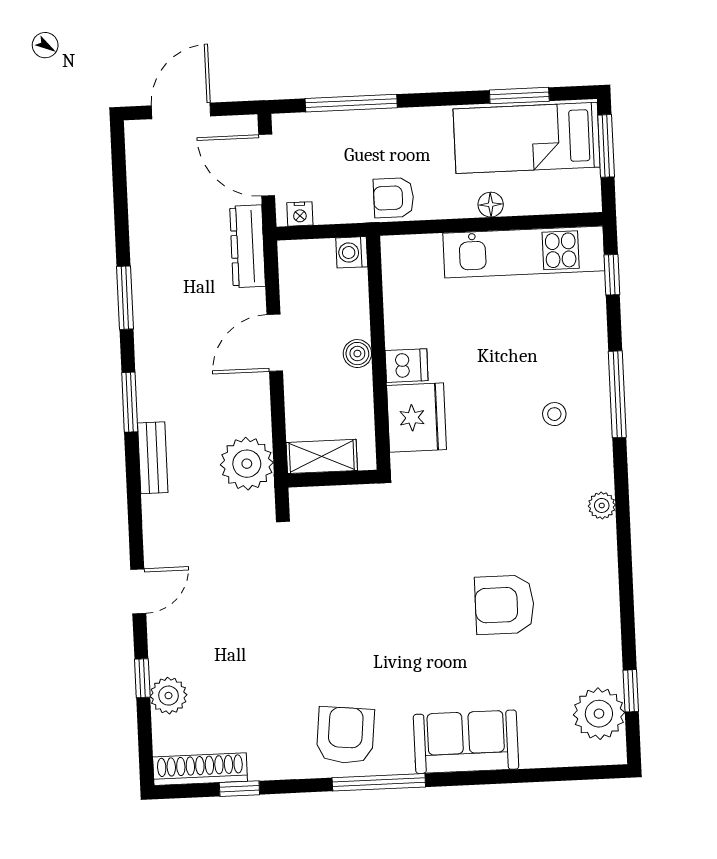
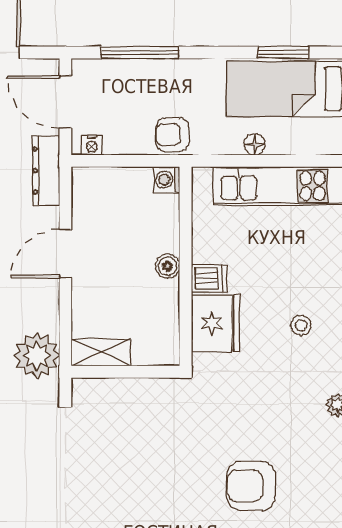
washing machine: (352, 252) -> (167, 180), moved
wall: (378, 353) -> (185, 266), moved
boiler: (357, 354) -> (168, 266), moved
dishwasher: (407, 366) -> (209, 278), moved
fridge: (417, 418) -> (216, 323), moved

